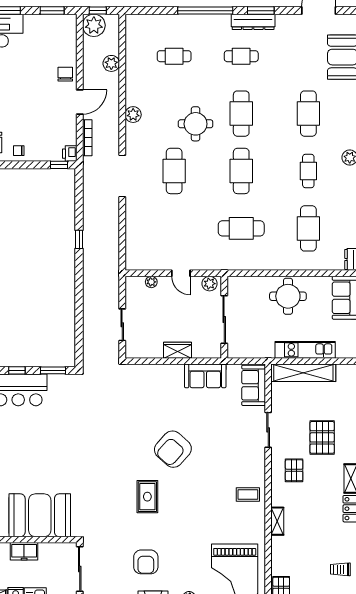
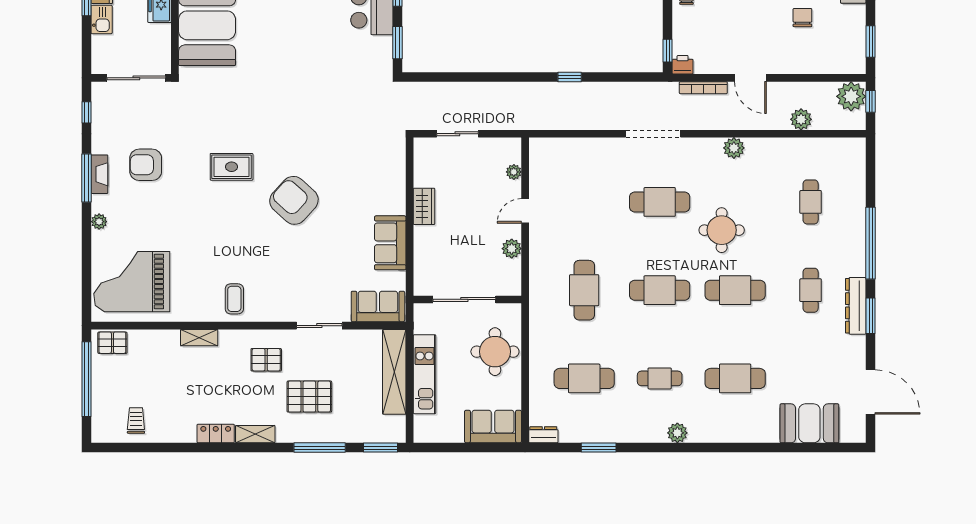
chair: (65, 74) -> (802, 18), moved, turned -90
wall: (224, 317) -> (467, 299), moved
sliding door: (224, 320) -> (464, 299), moved

